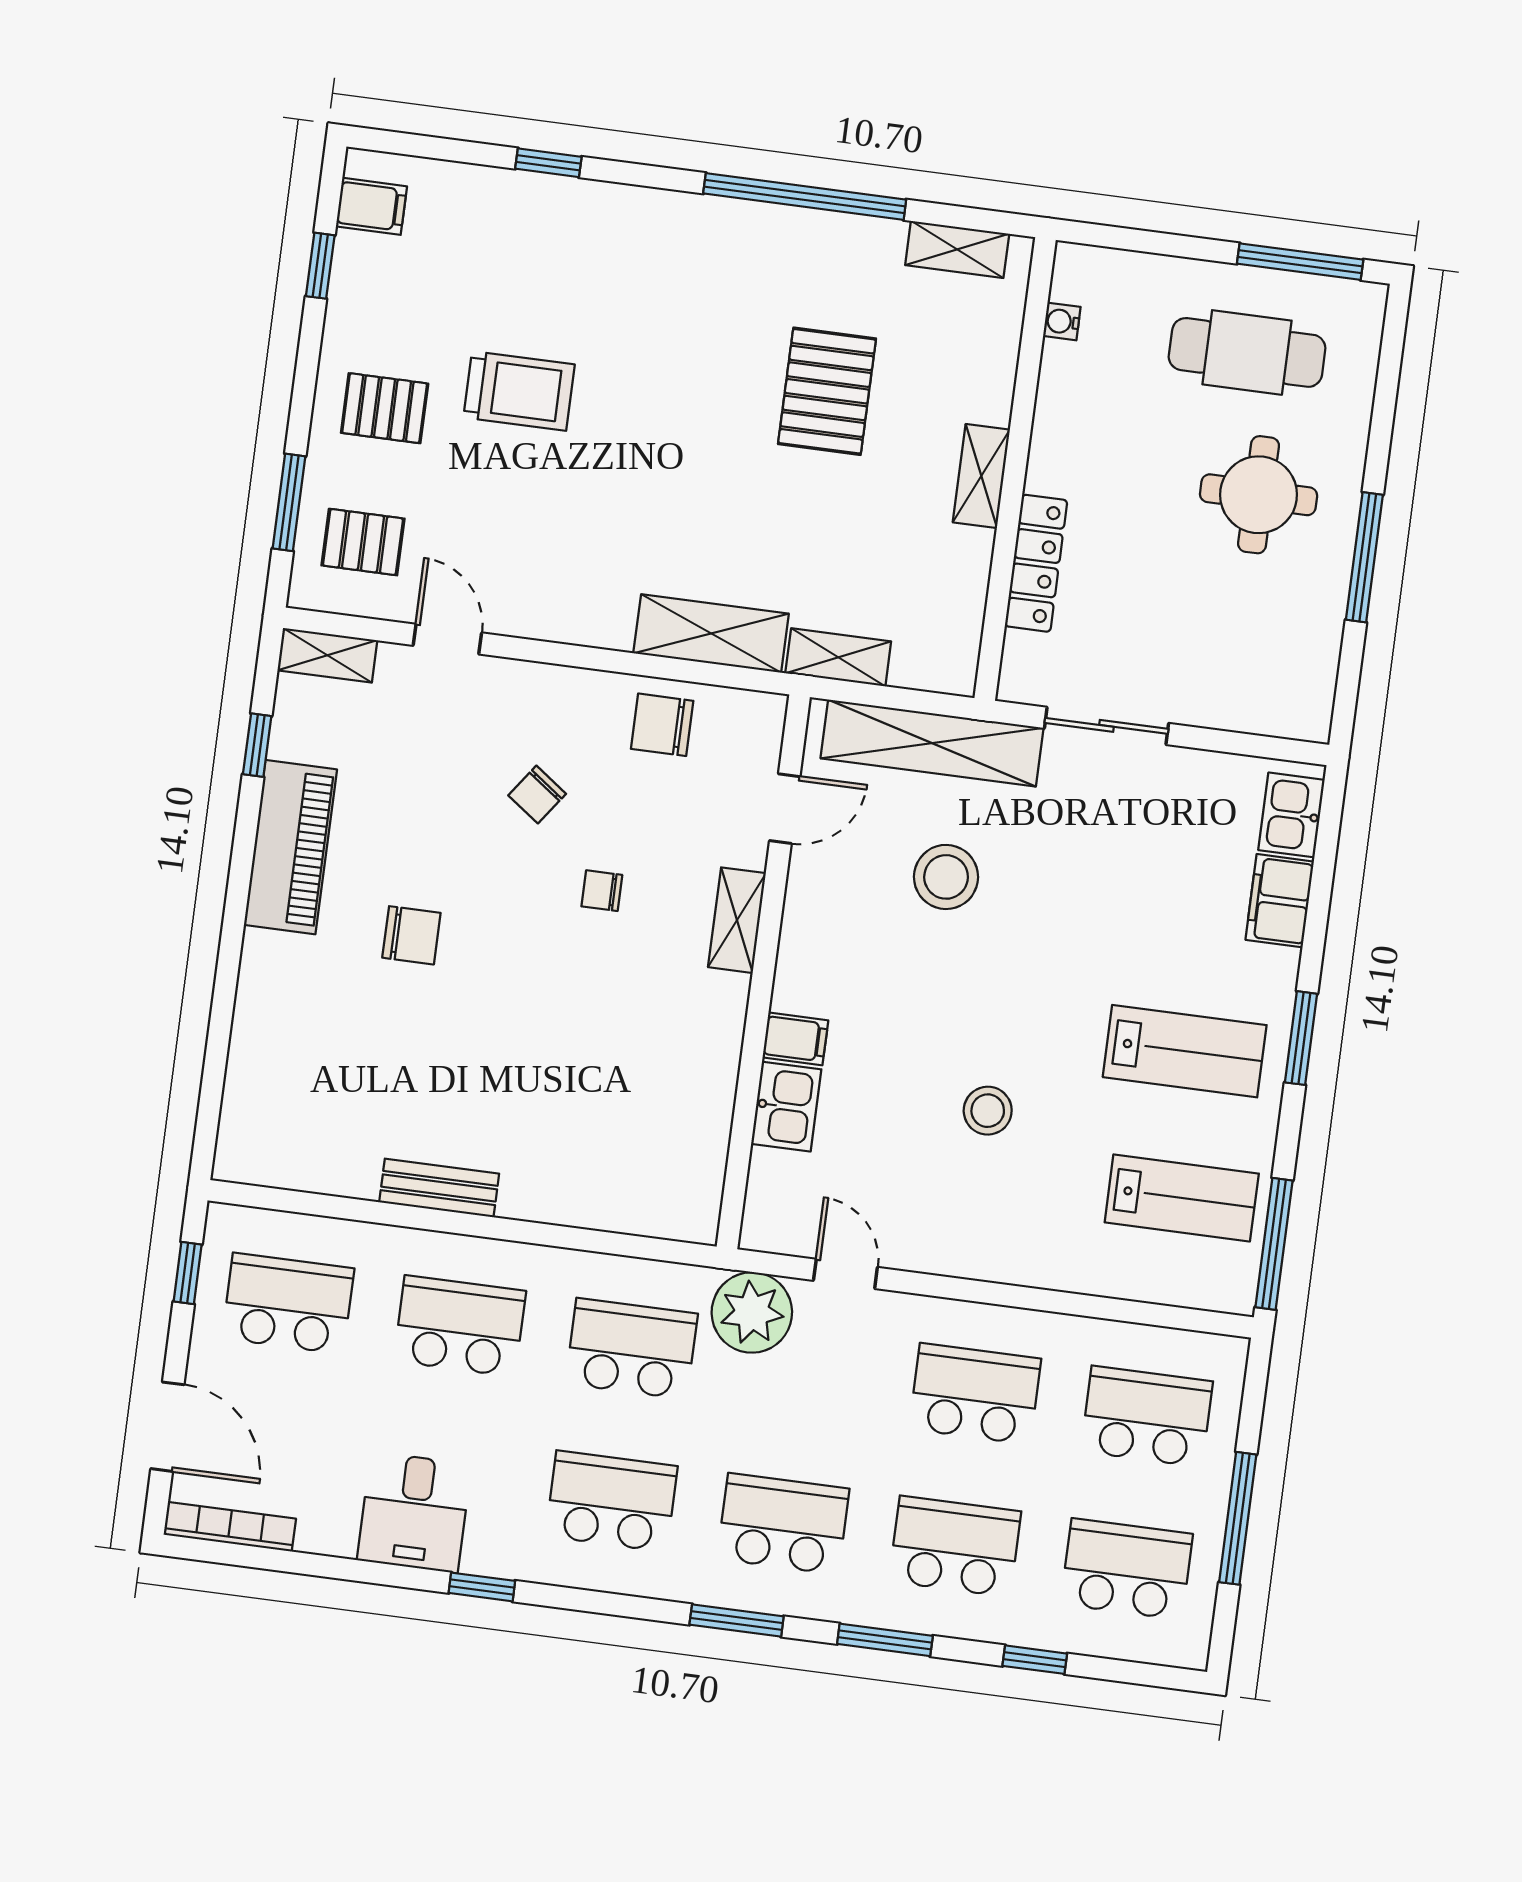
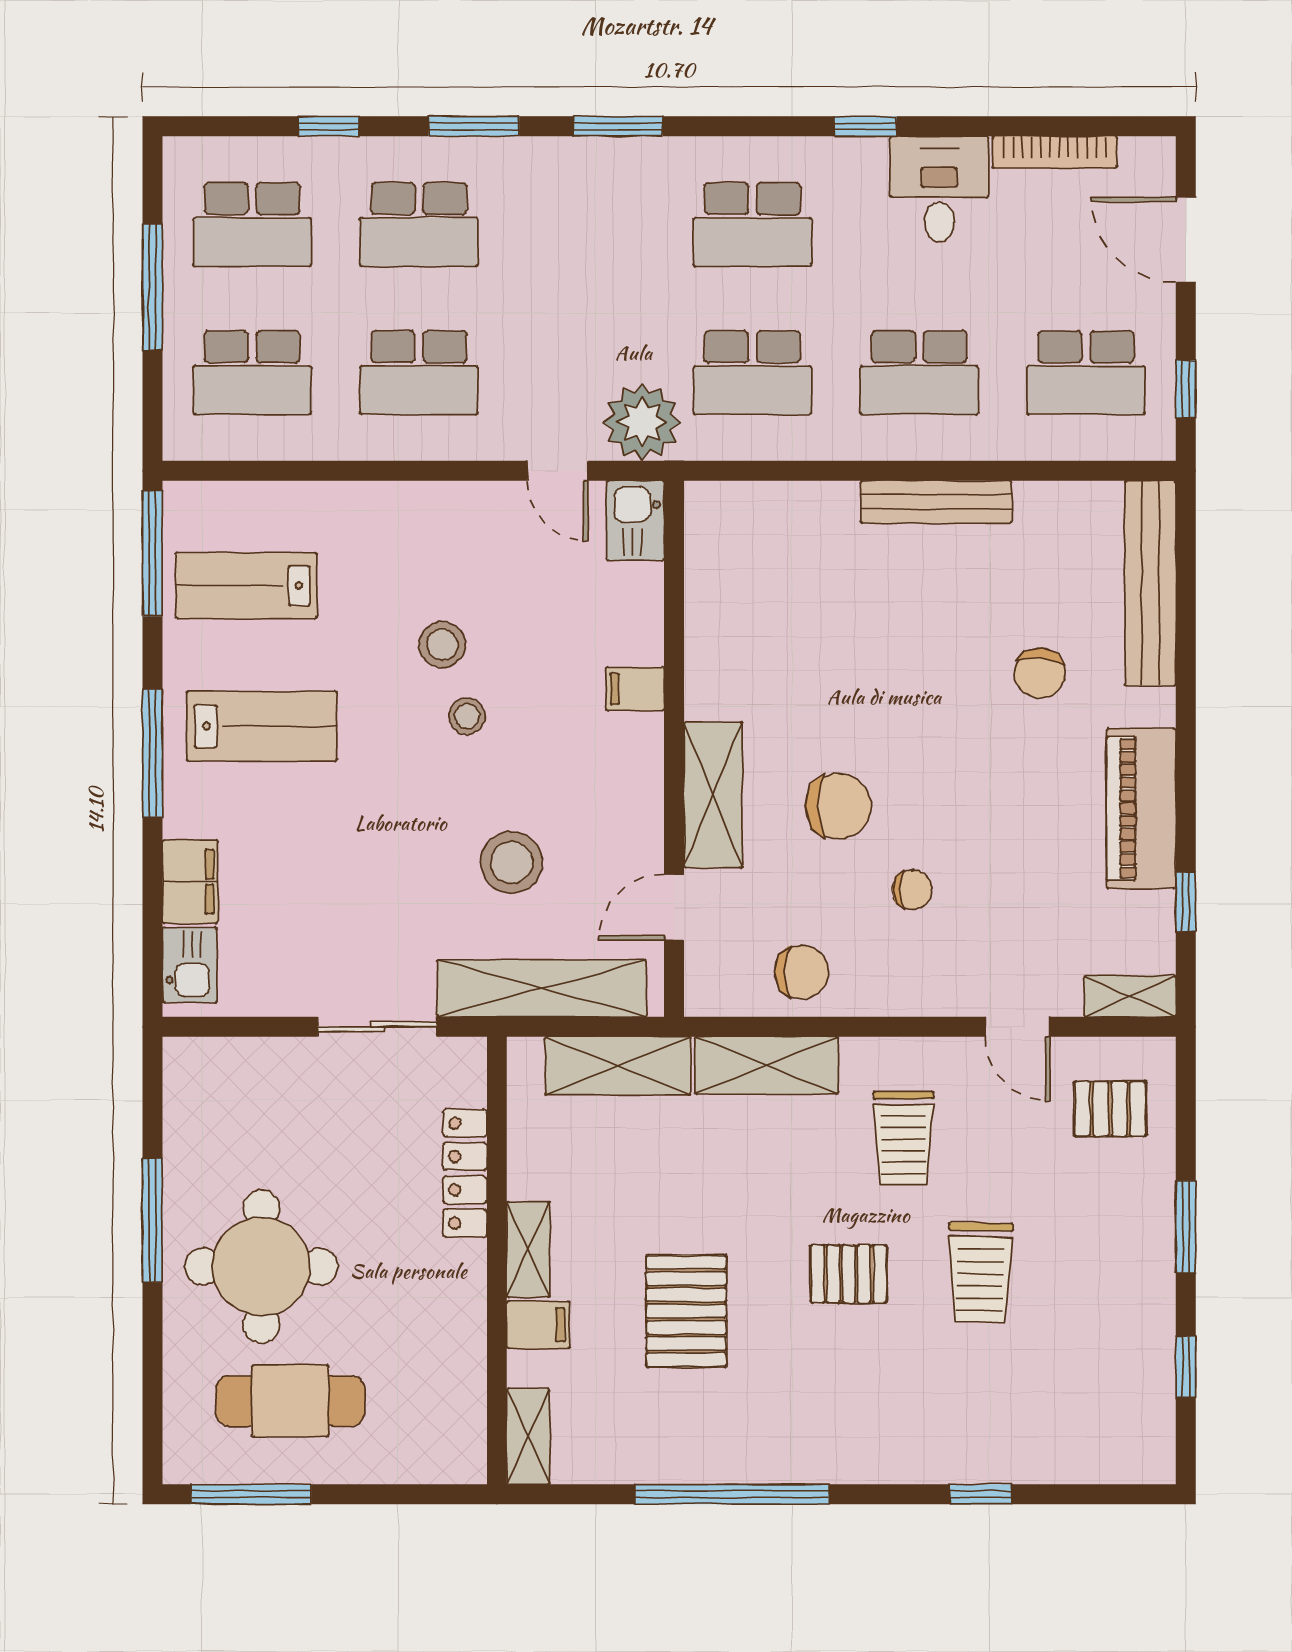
filing cabinet: (371, 206) -> (538, 1325), moved, turned 180
shelving: (957, 249) -> (528, 1437), moved, turned 90
water cooler: (1062, 321) -> (471, 1407), removed
trolley: (519, 391) -> (980, 1273), turned -89
pallet: (385, 408) -> (849, 1274), moved
round table: (1259, 495) -> (261, 1266), width x1.36, depth x1.36
window: (289, 502) -> (1186, 1227), moved
trolley: (580, 540) -> (903, 1138), added
shelving: (838, 657) -> (618, 1066), width x1.50, depth x1.33
chair: (537, 795) -> (912, 890), turned 54
chair: (602, 891) -> (838, 806), width x1.87, depth x1.87
shelving: (737, 920) -> (713, 795), width x1.50, depth x1.33
chair: (411, 935) -> (1040, 673), moved, turned -85
stool: (972, 1034) -> (467, 716), added
window: (1301, 1038) -> (152, 753), width x1.44
lab bench: (1185, 1051) -> (262, 726), turned 180
bench: (250, 1078) -> (1150, 583), added
kitchen sink: (786, 1107) -> (635, 521), moved
bench: (439, 1188) -> (936, 502), width x1.36
school desk: (783, 1524) -> (586, 224), removed
bookcase: (230, 1527) -> (1055, 152), moved

